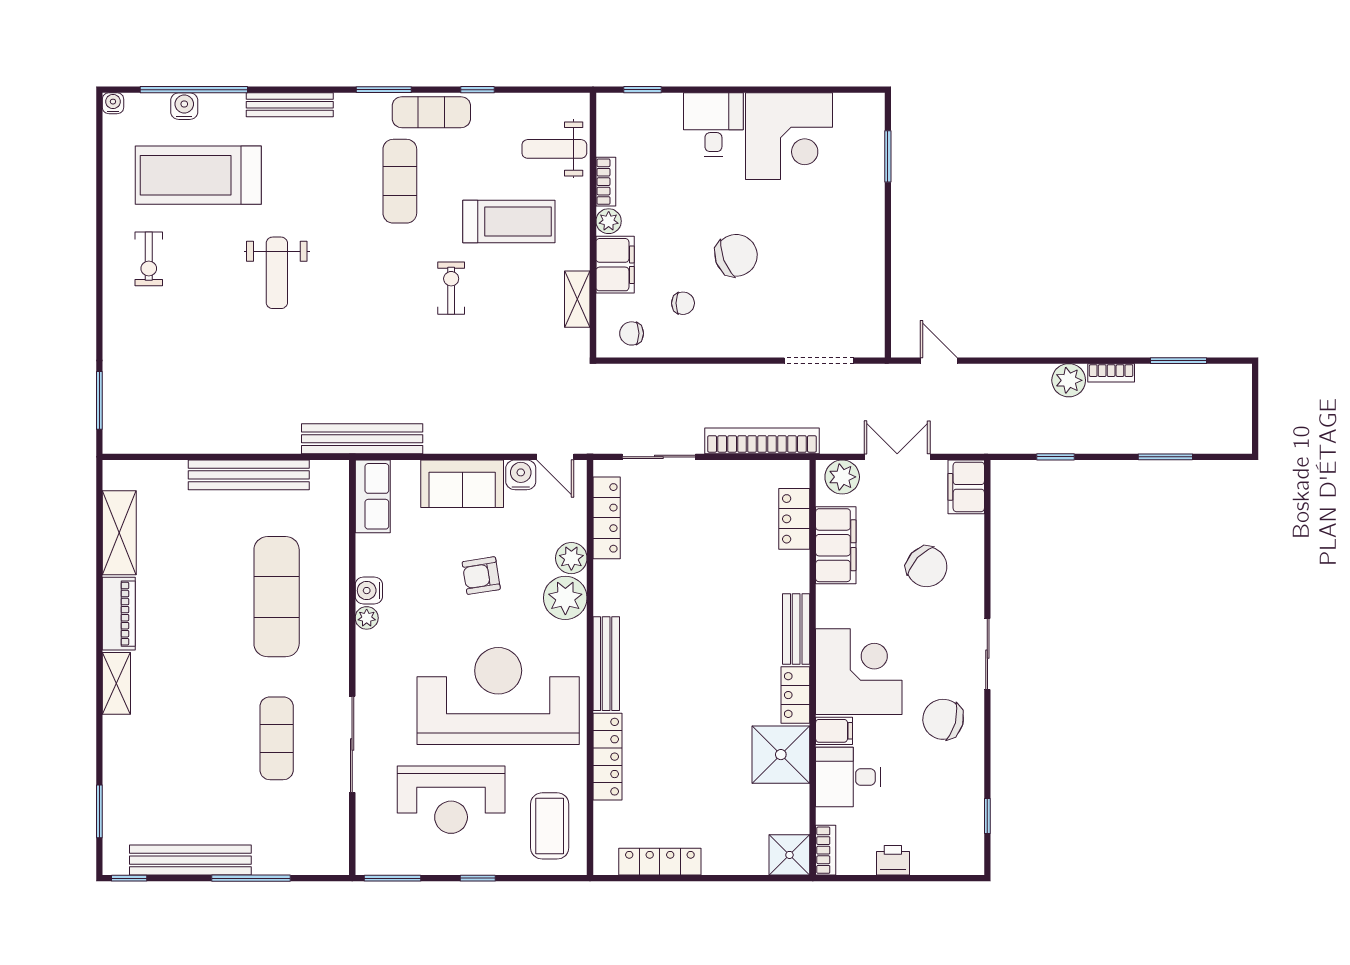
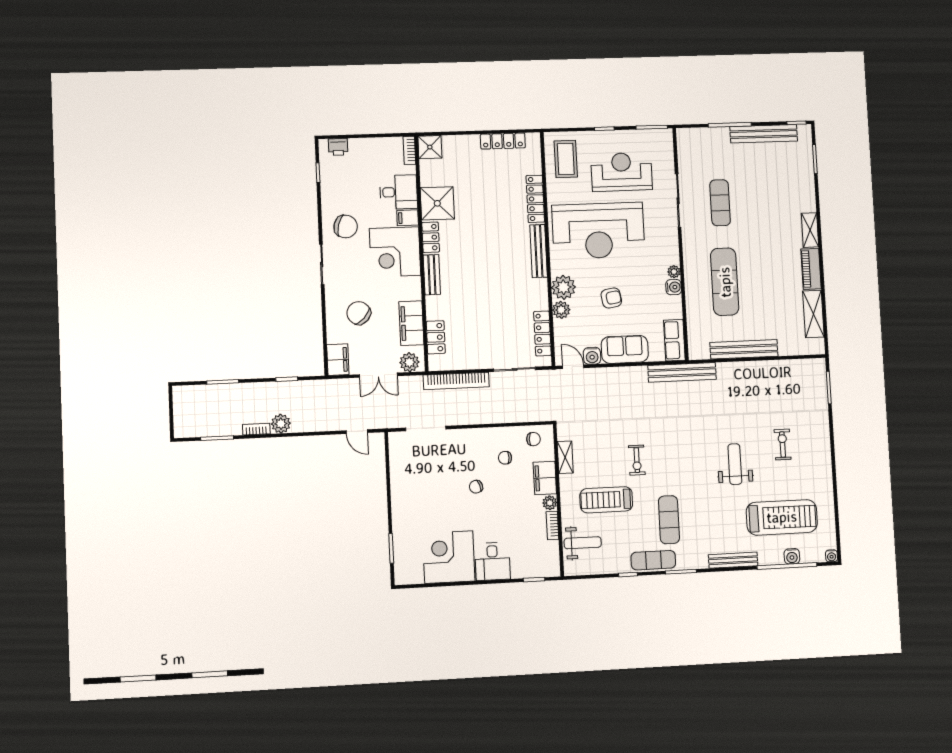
chair: (736, 255) -> (476, 487), width x0.54, depth x0.54
exercise bike: (149, 259) -> (783, 444), moved
printer: (893, 860) -> (338, 147), moved

